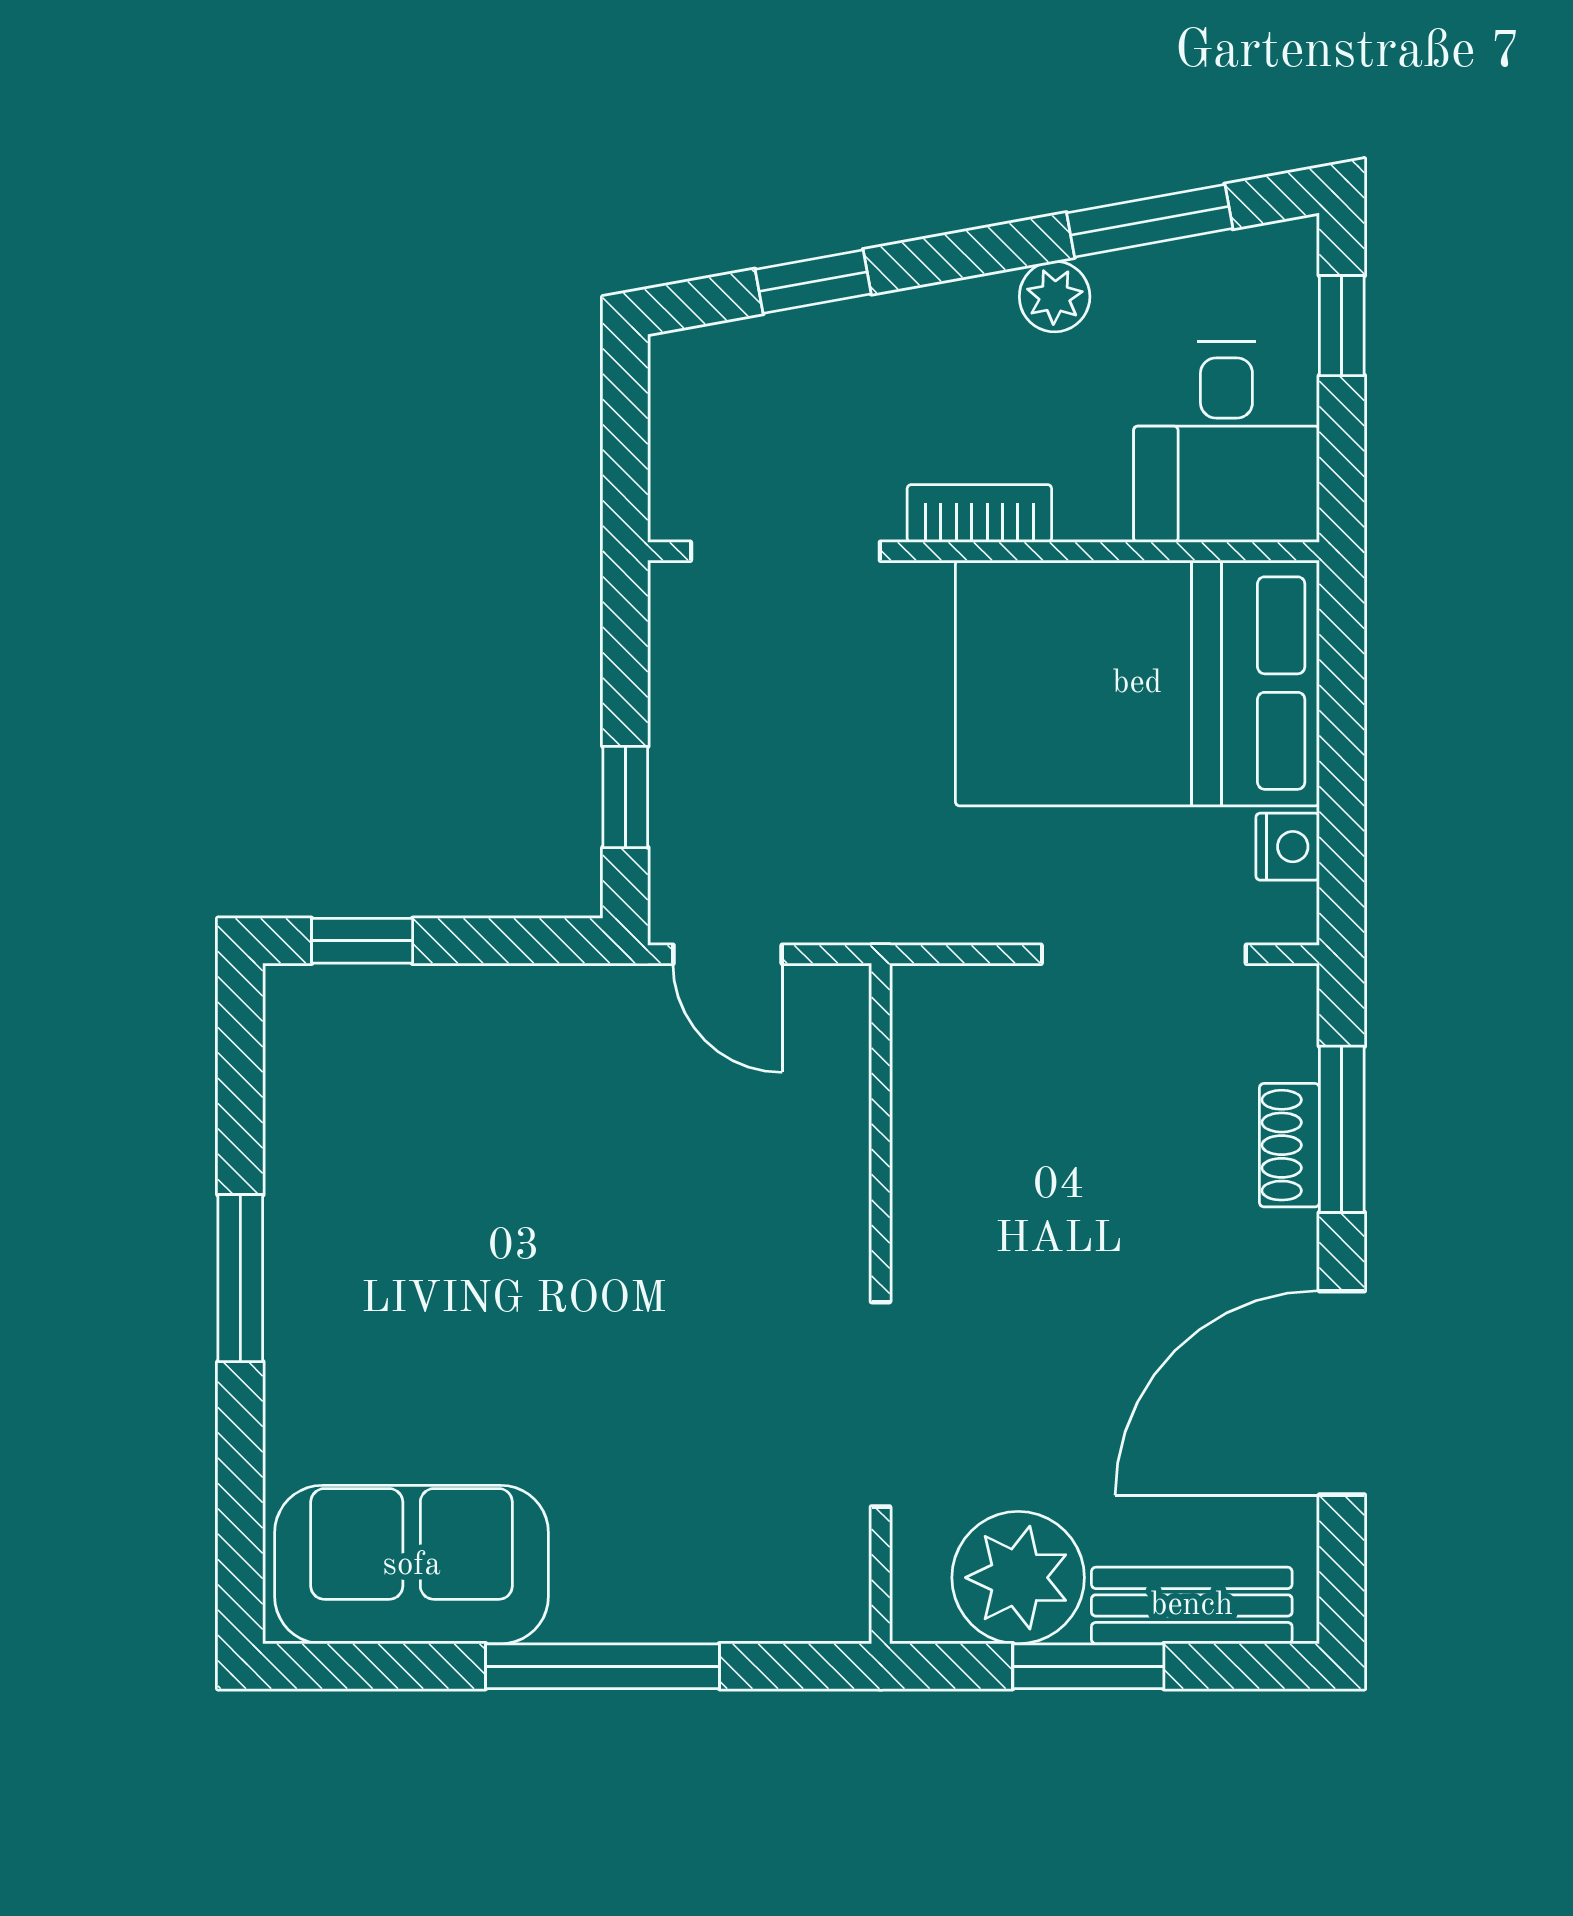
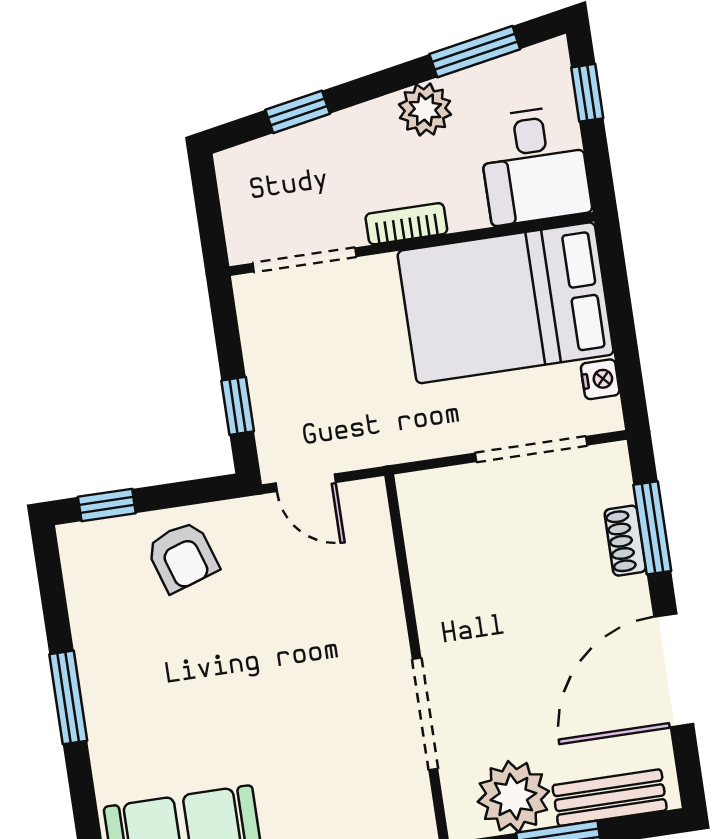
plant: (1055, 297) -> (425, 110), width x1.38, depth x1.38
armchair: (485, 1054) -> (182, 557), added

